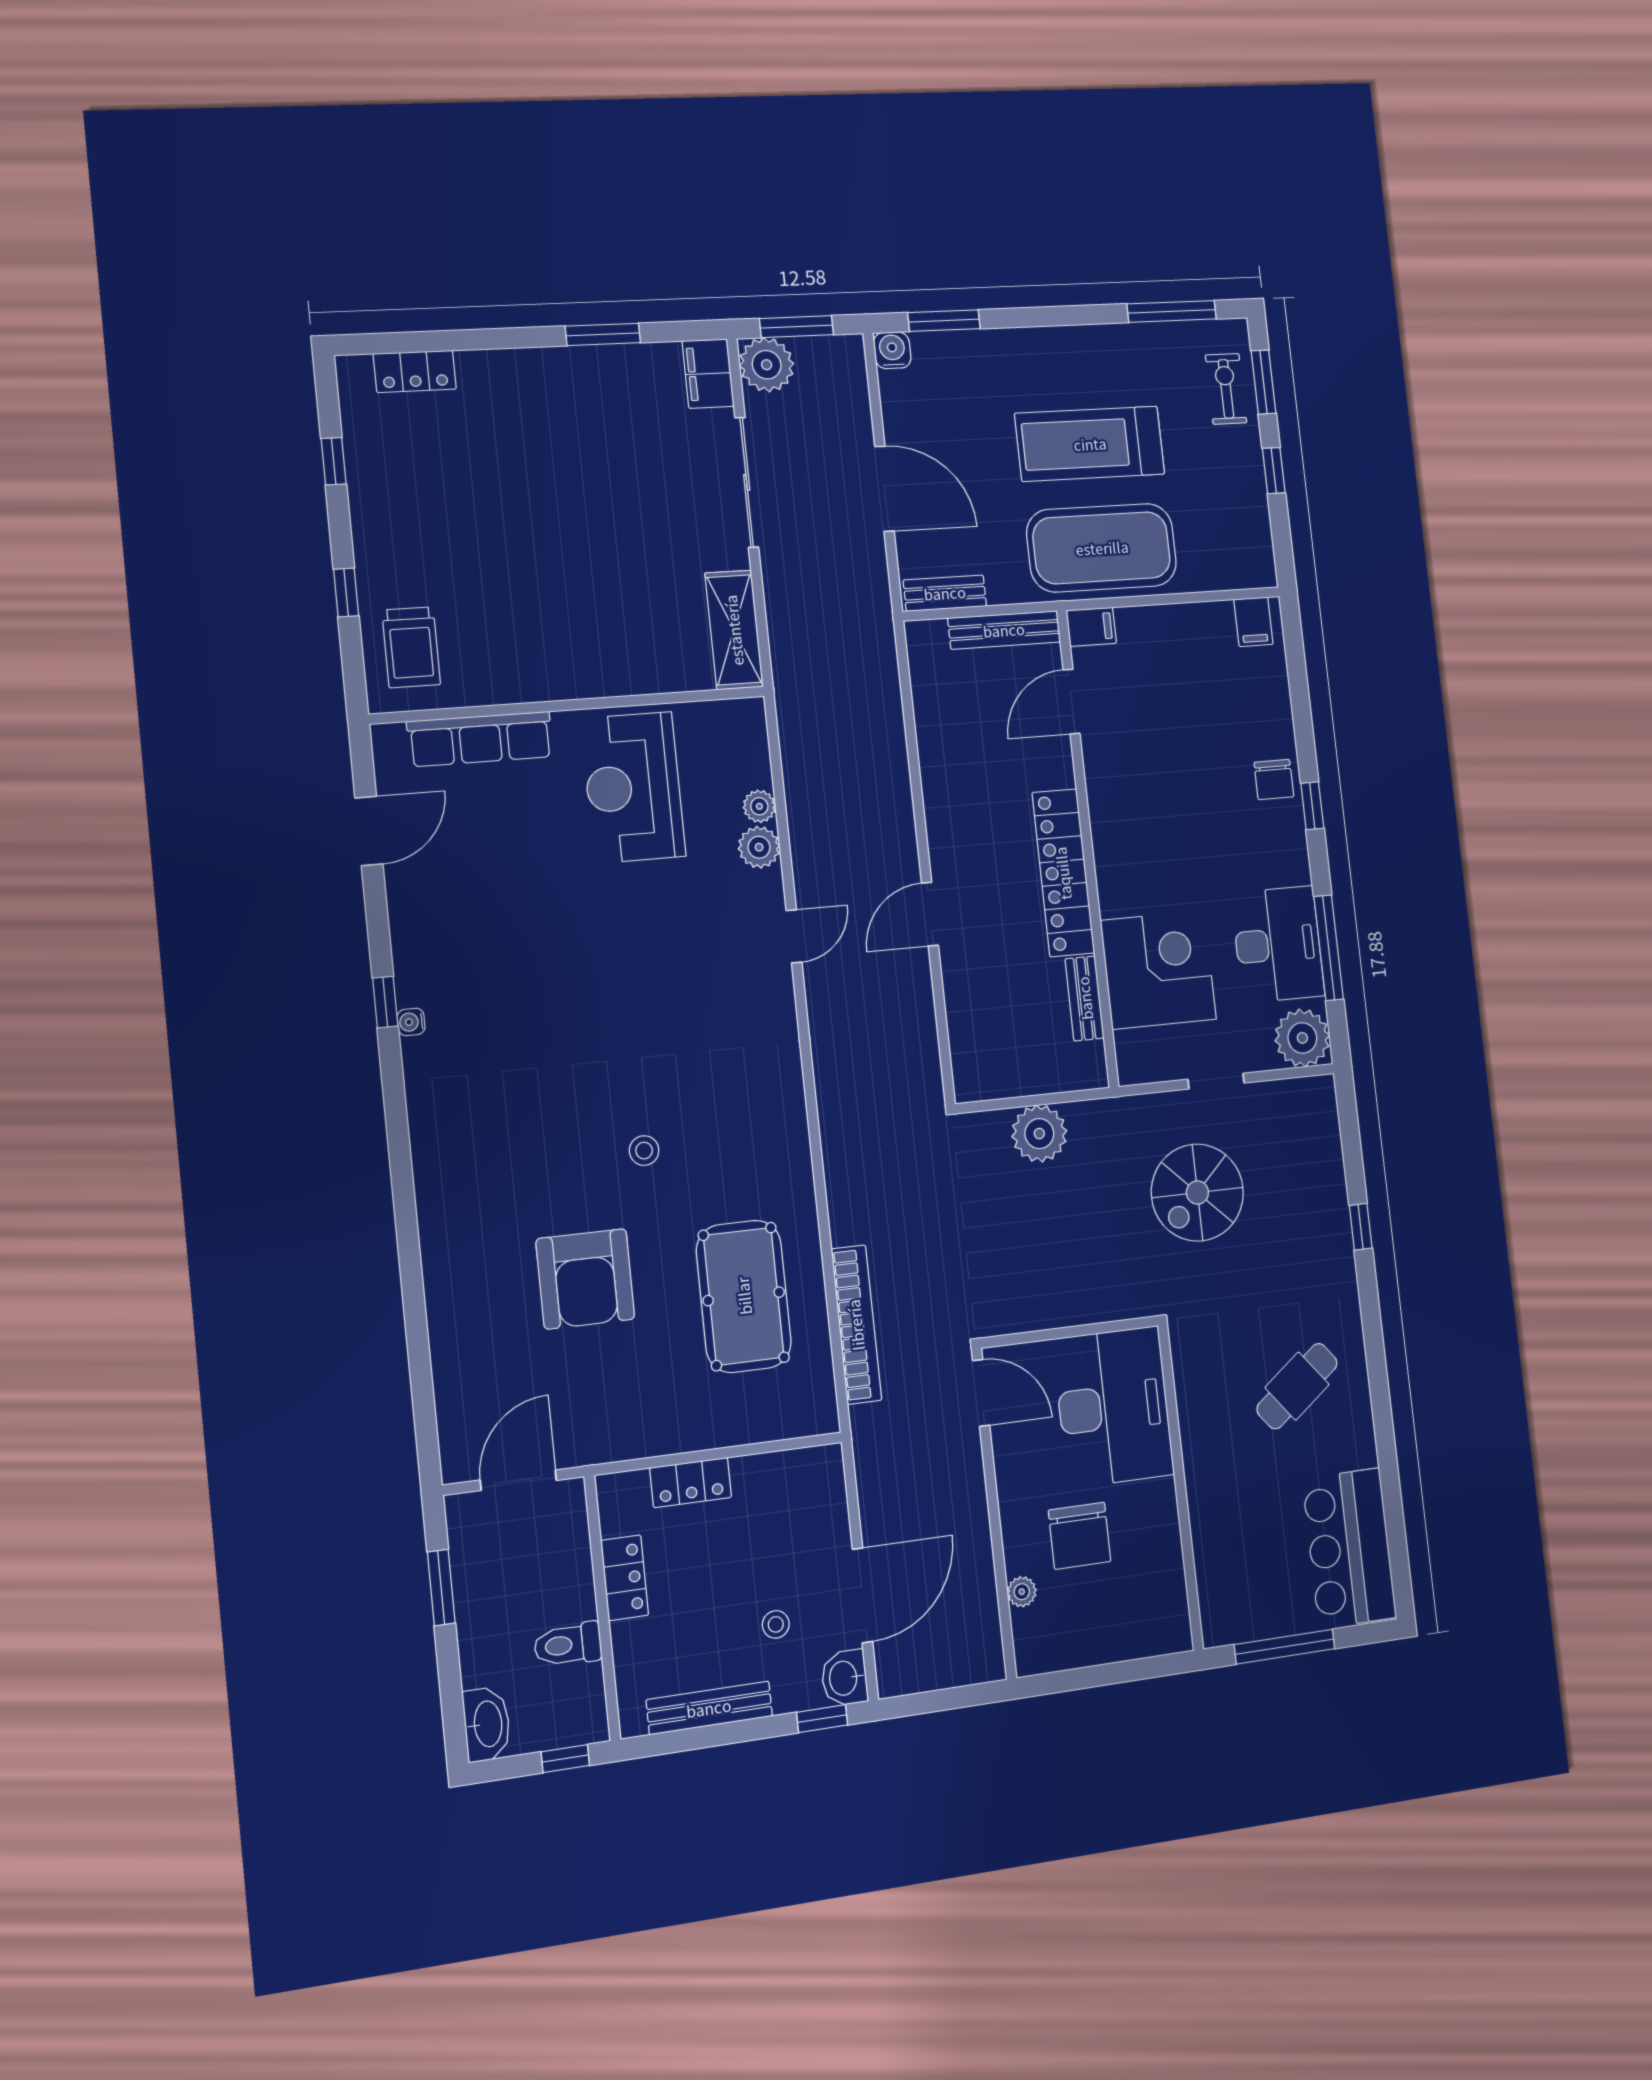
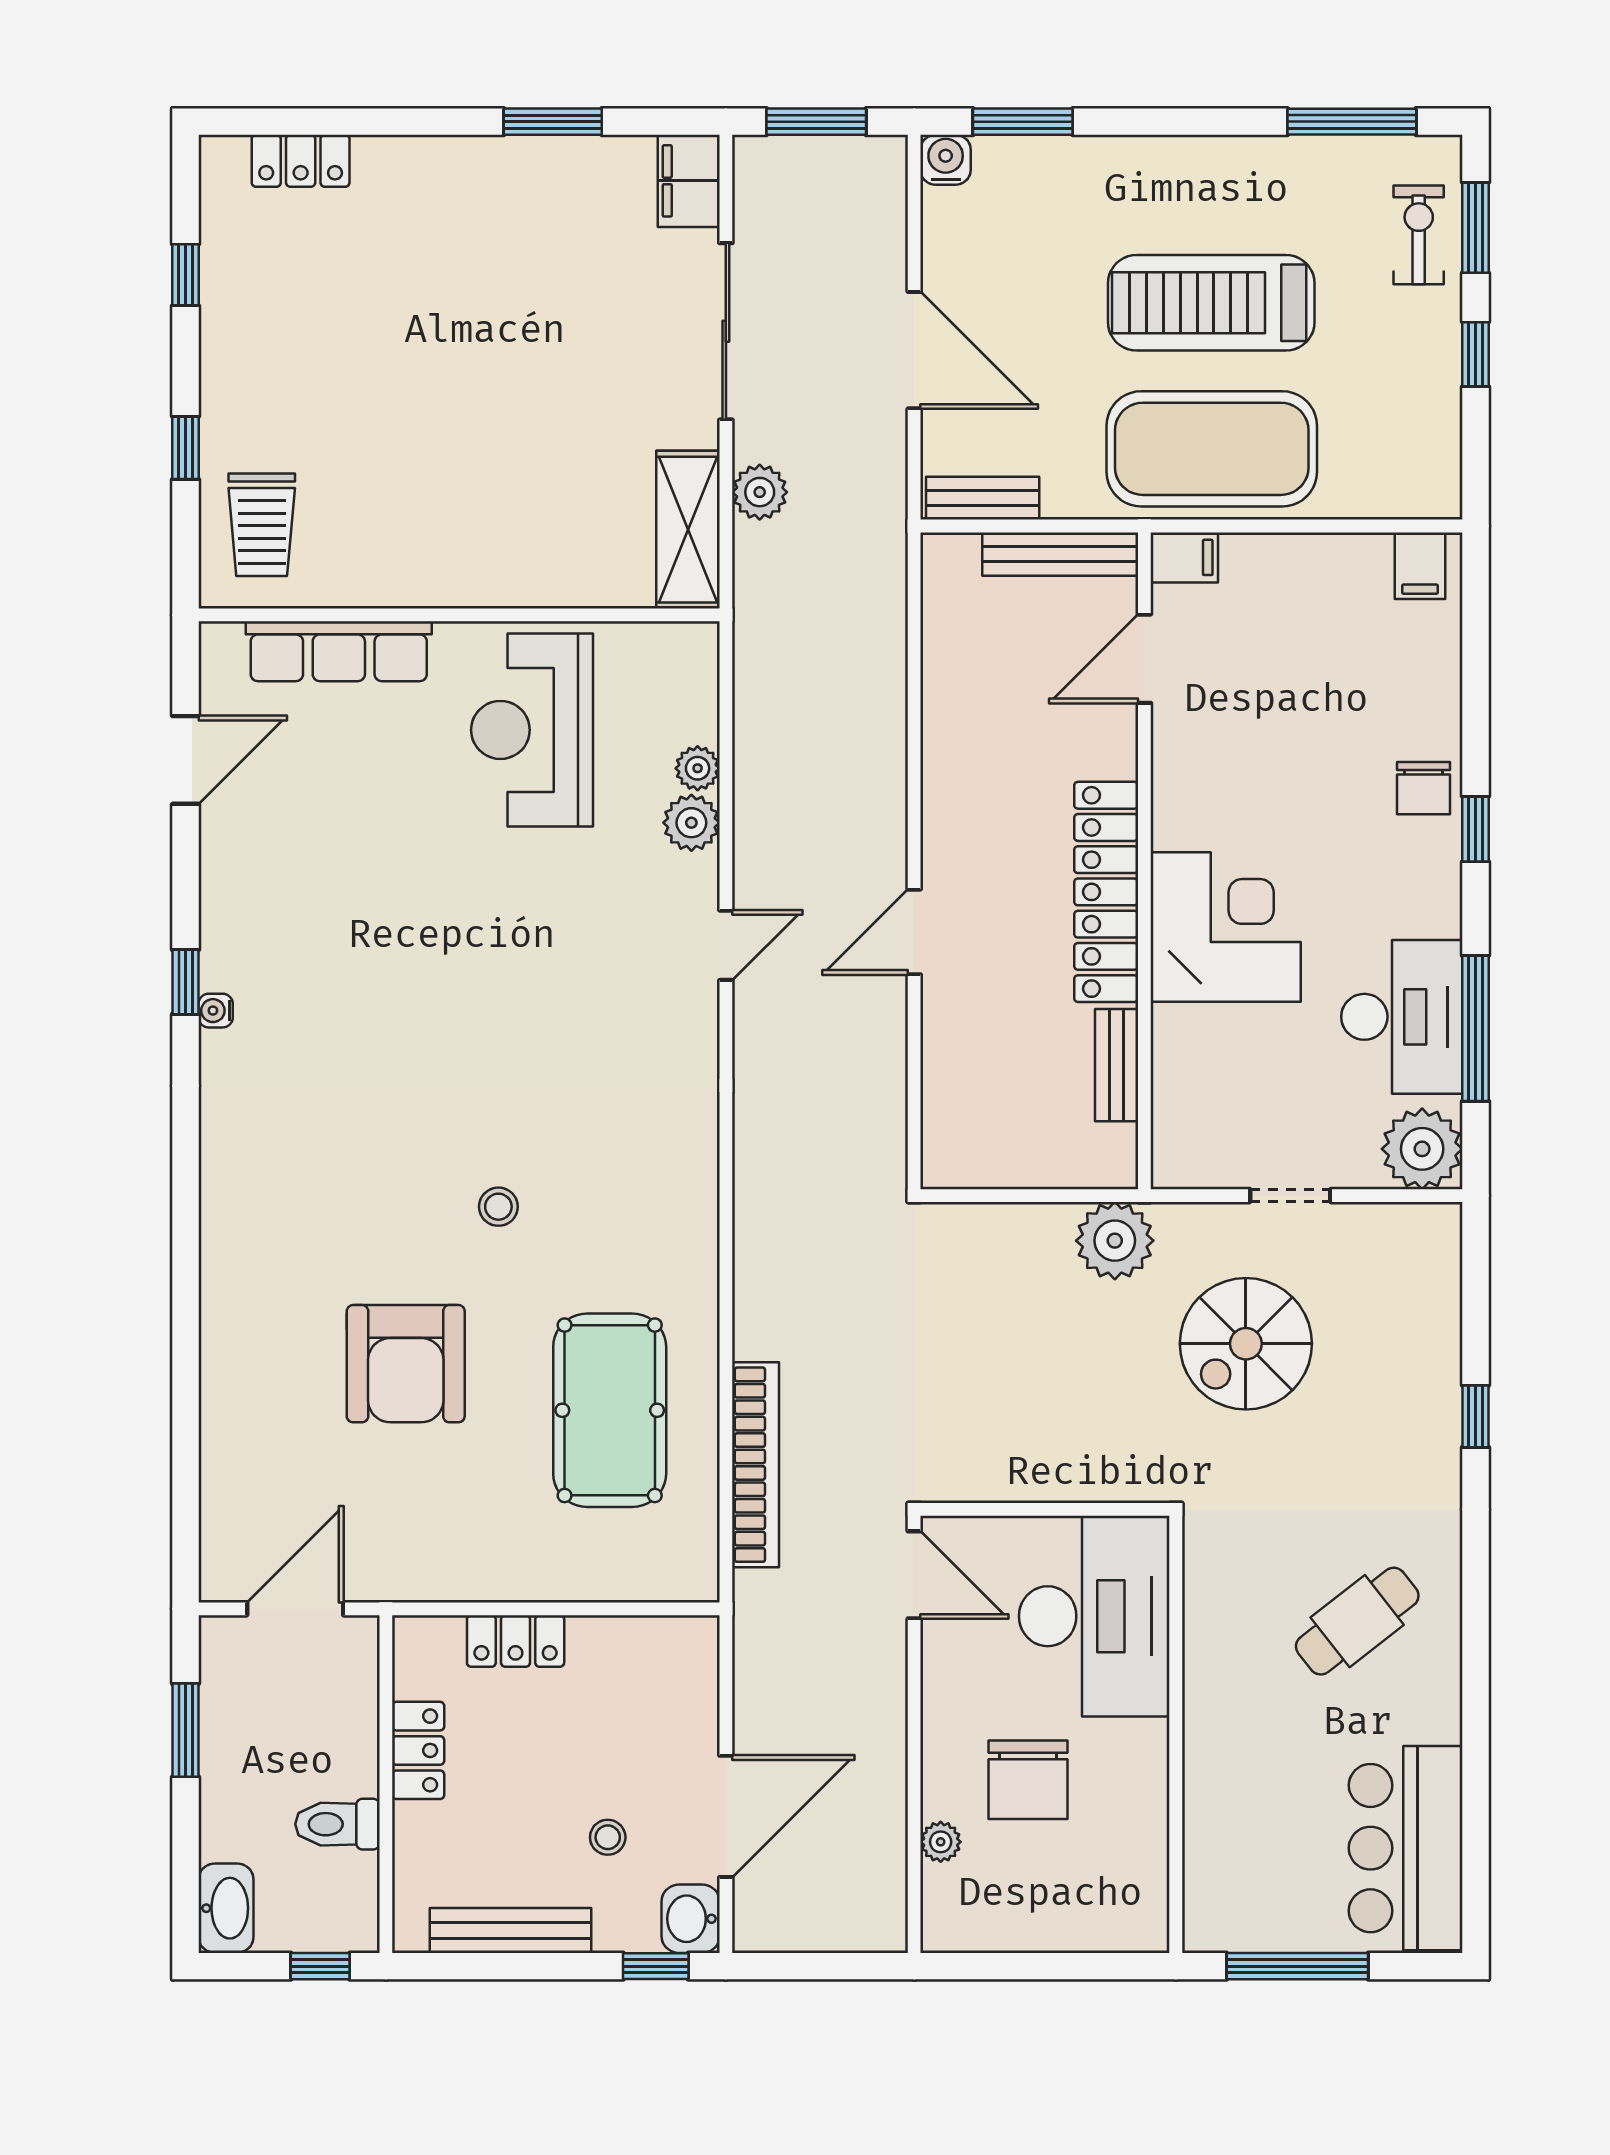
plant: (767, 365) -> (760, 492), moved, width x0.73, depth x0.73
corner desk: (1158, 970) -> (1226, 927), moved
plant: (1039, 1134) -> (1115, 1241), moved

